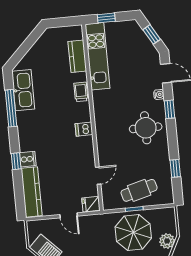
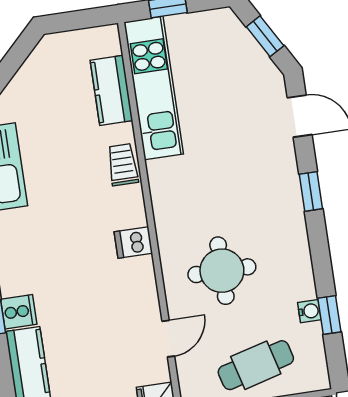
water cooler: (159, 94) -> (309, 311), moved
round table: (146, 128) -> (222, 271), moved

